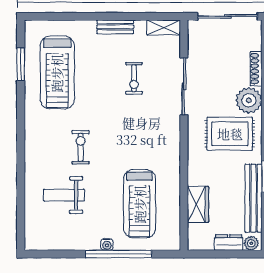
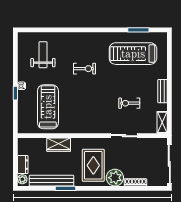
sliding door: (184, 86) -> (124, 136), width x0.73
weight bench: (64, 195) -> (43, 55), moved
treadmill: (140, 204) -> (48, 107), turned 90
wardrobe: (198, 204) -> (59, 145), moved
window: (118, 254) -> (15, 93), width x0.32

